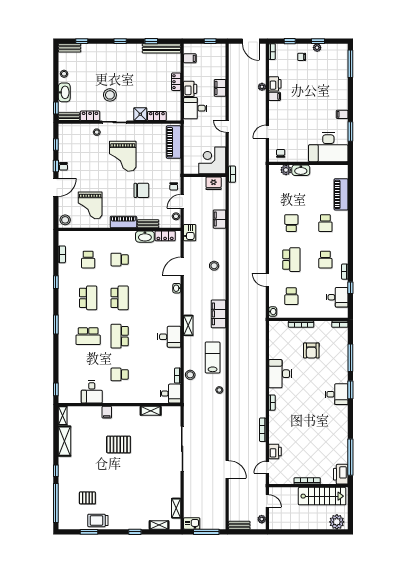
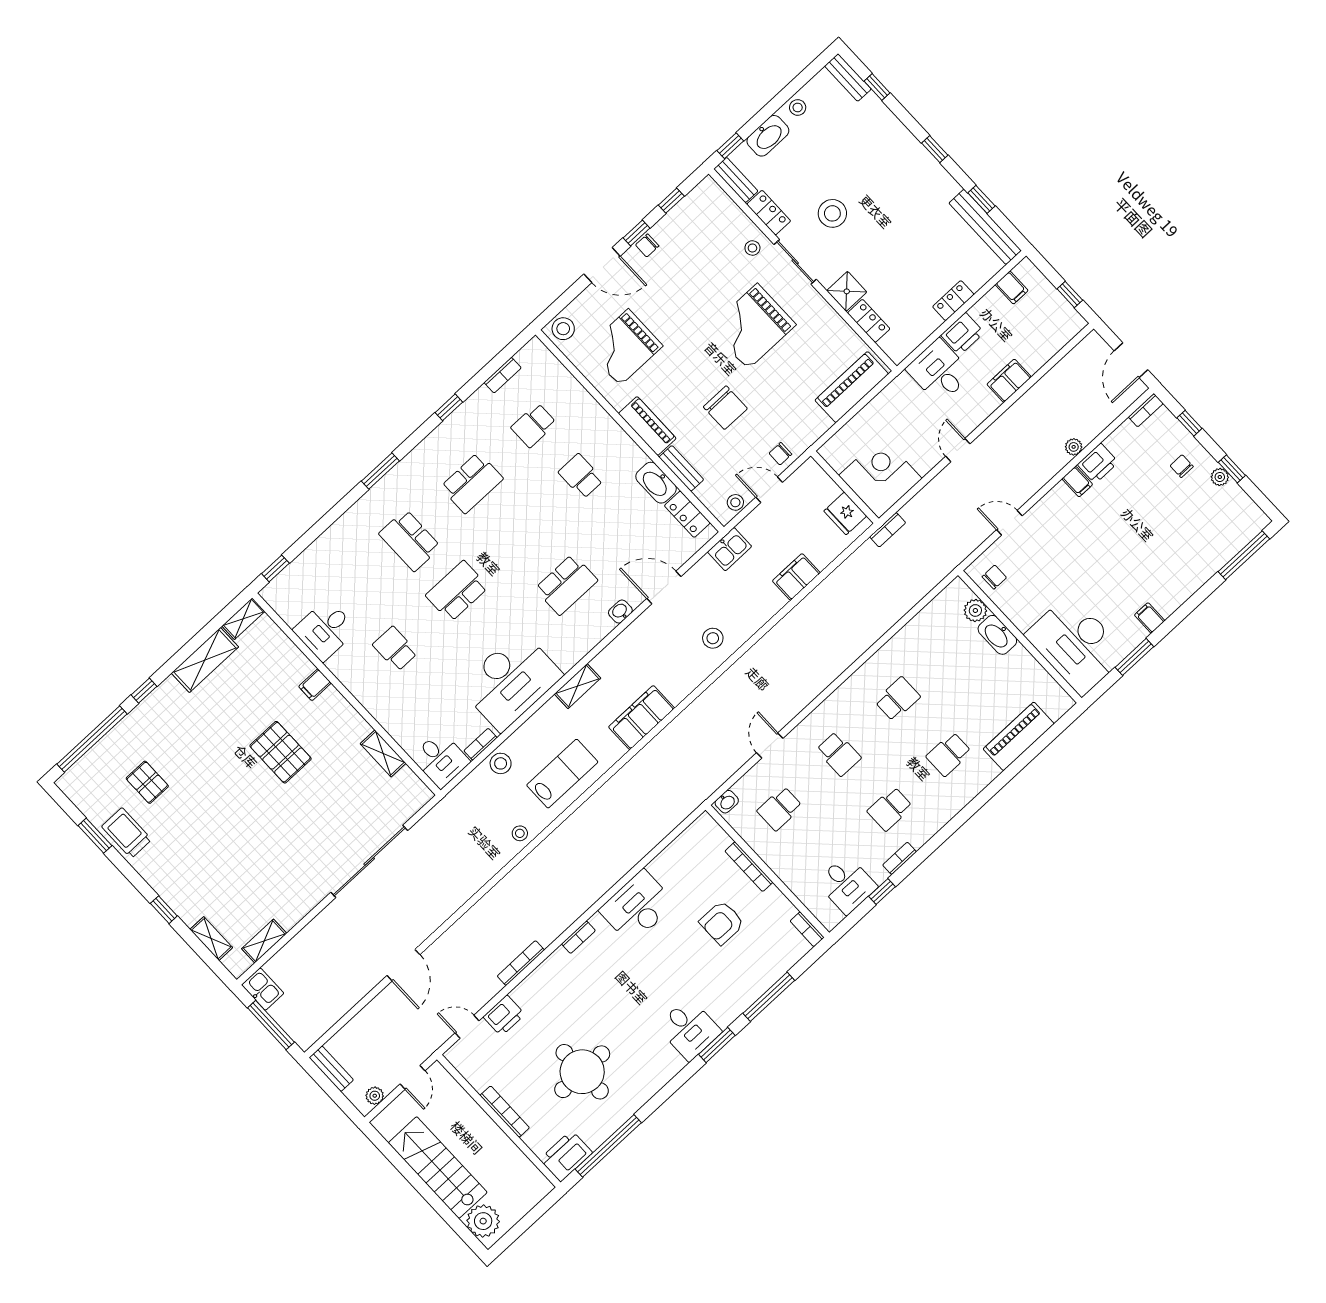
school desk: (291, 260) -> (839, 754), width x0.54
school desk: (120, 298) -> (566, 585), moved
desk: (169, 337) -> (511, 681), width x1.87, depth x1.30
round table: (318, 443) -> (582, 1072), added
stairs: (322, 496) -> (438, 1168), moved, turned 180

